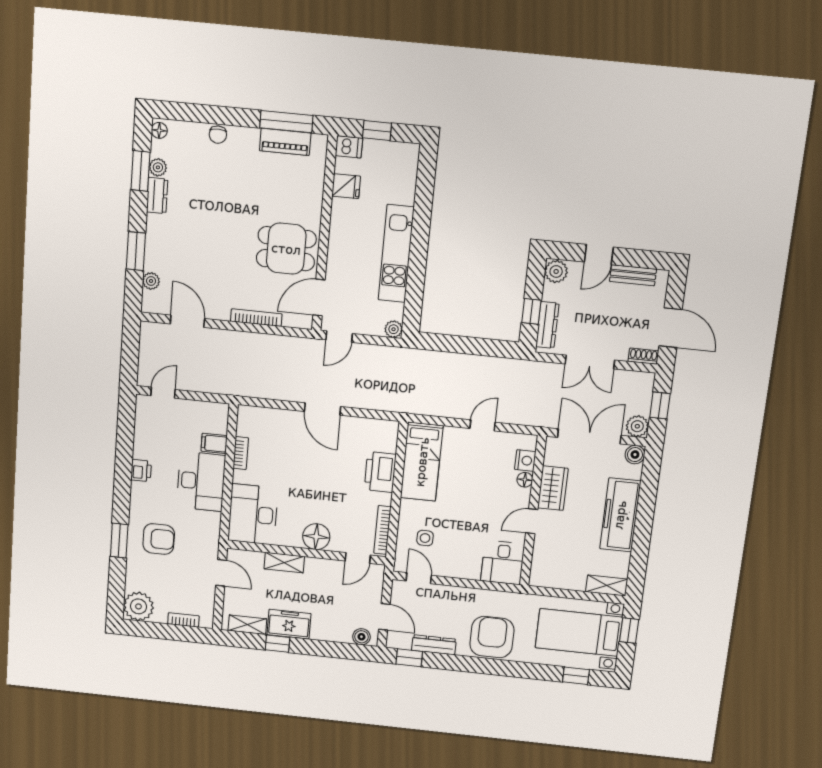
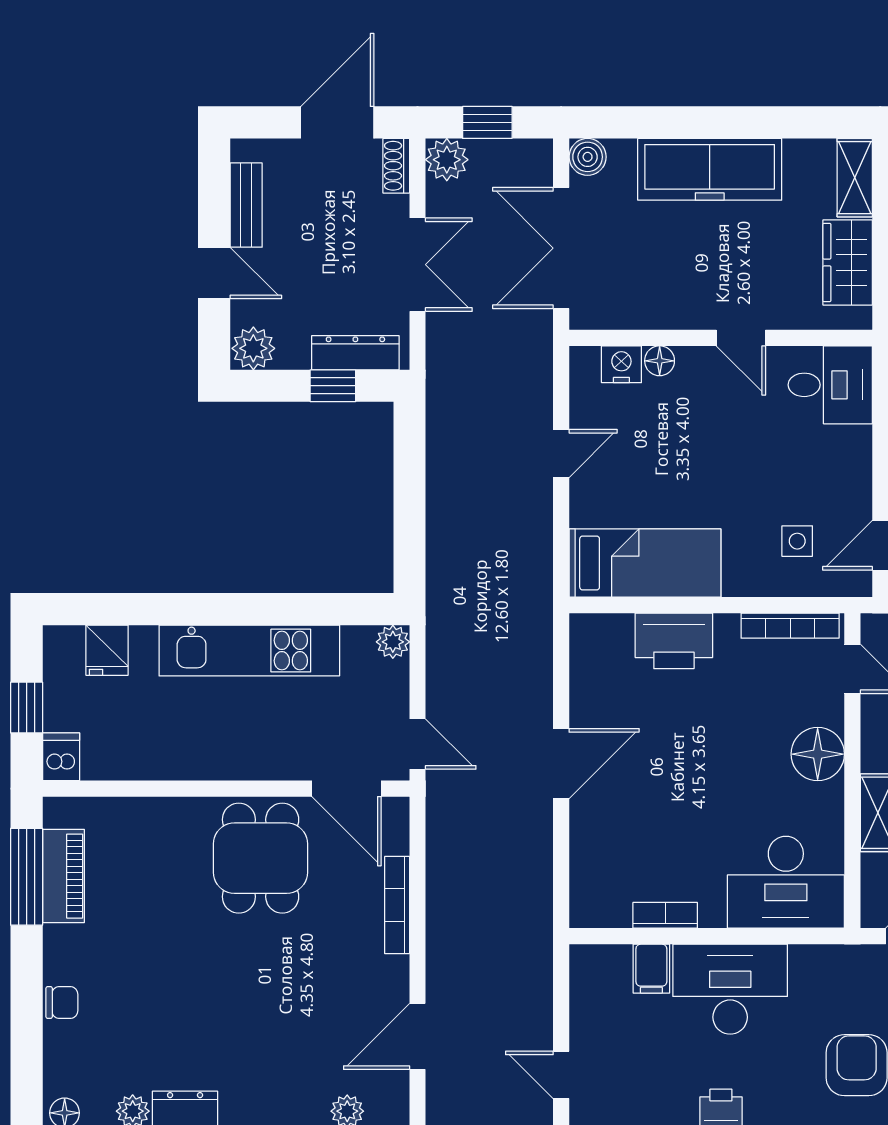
fridge: (346, 186) -> (107, 650), moved, turned 180
door: (483, 425) -> (561, 454), swing flipped
plant: (637, 426) -> (447, 160), moved
wardrobe: (553, 488) -> (848, 262), moved, turned -90

